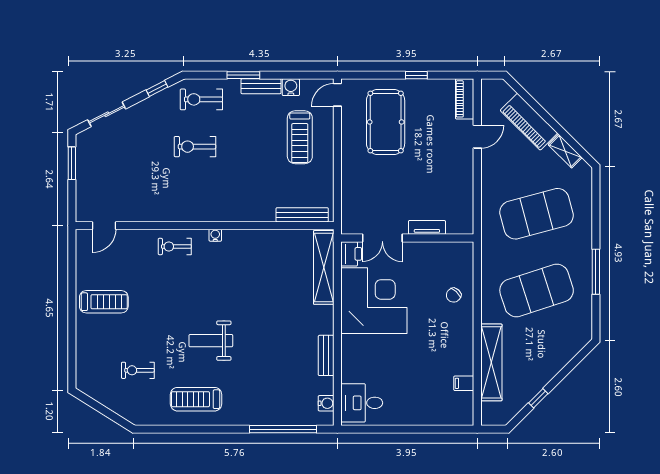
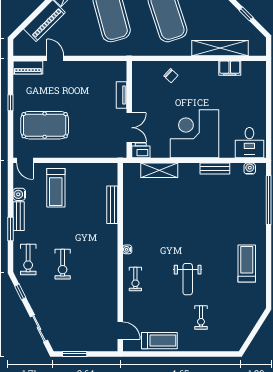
treadmill: (300, 137) -> (56, 188), turned 90
bench: (302, 215) -> (112, 205), moved
shelving: (324, 267) -> (159, 170), width x0.68
corner desk: (374, 301) -> (195, 134), moved
treadmill: (104, 302) -> (159, 341), moved, turned 90
weight bench: (211, 341) -> (188, 279), moved
exercise bike: (138, 370) -> (201, 317), moved
filing cabinet: (464, 383) -> (230, 68), width x2.00
treadmill: (196, 399) -> (247, 263), turned 180

